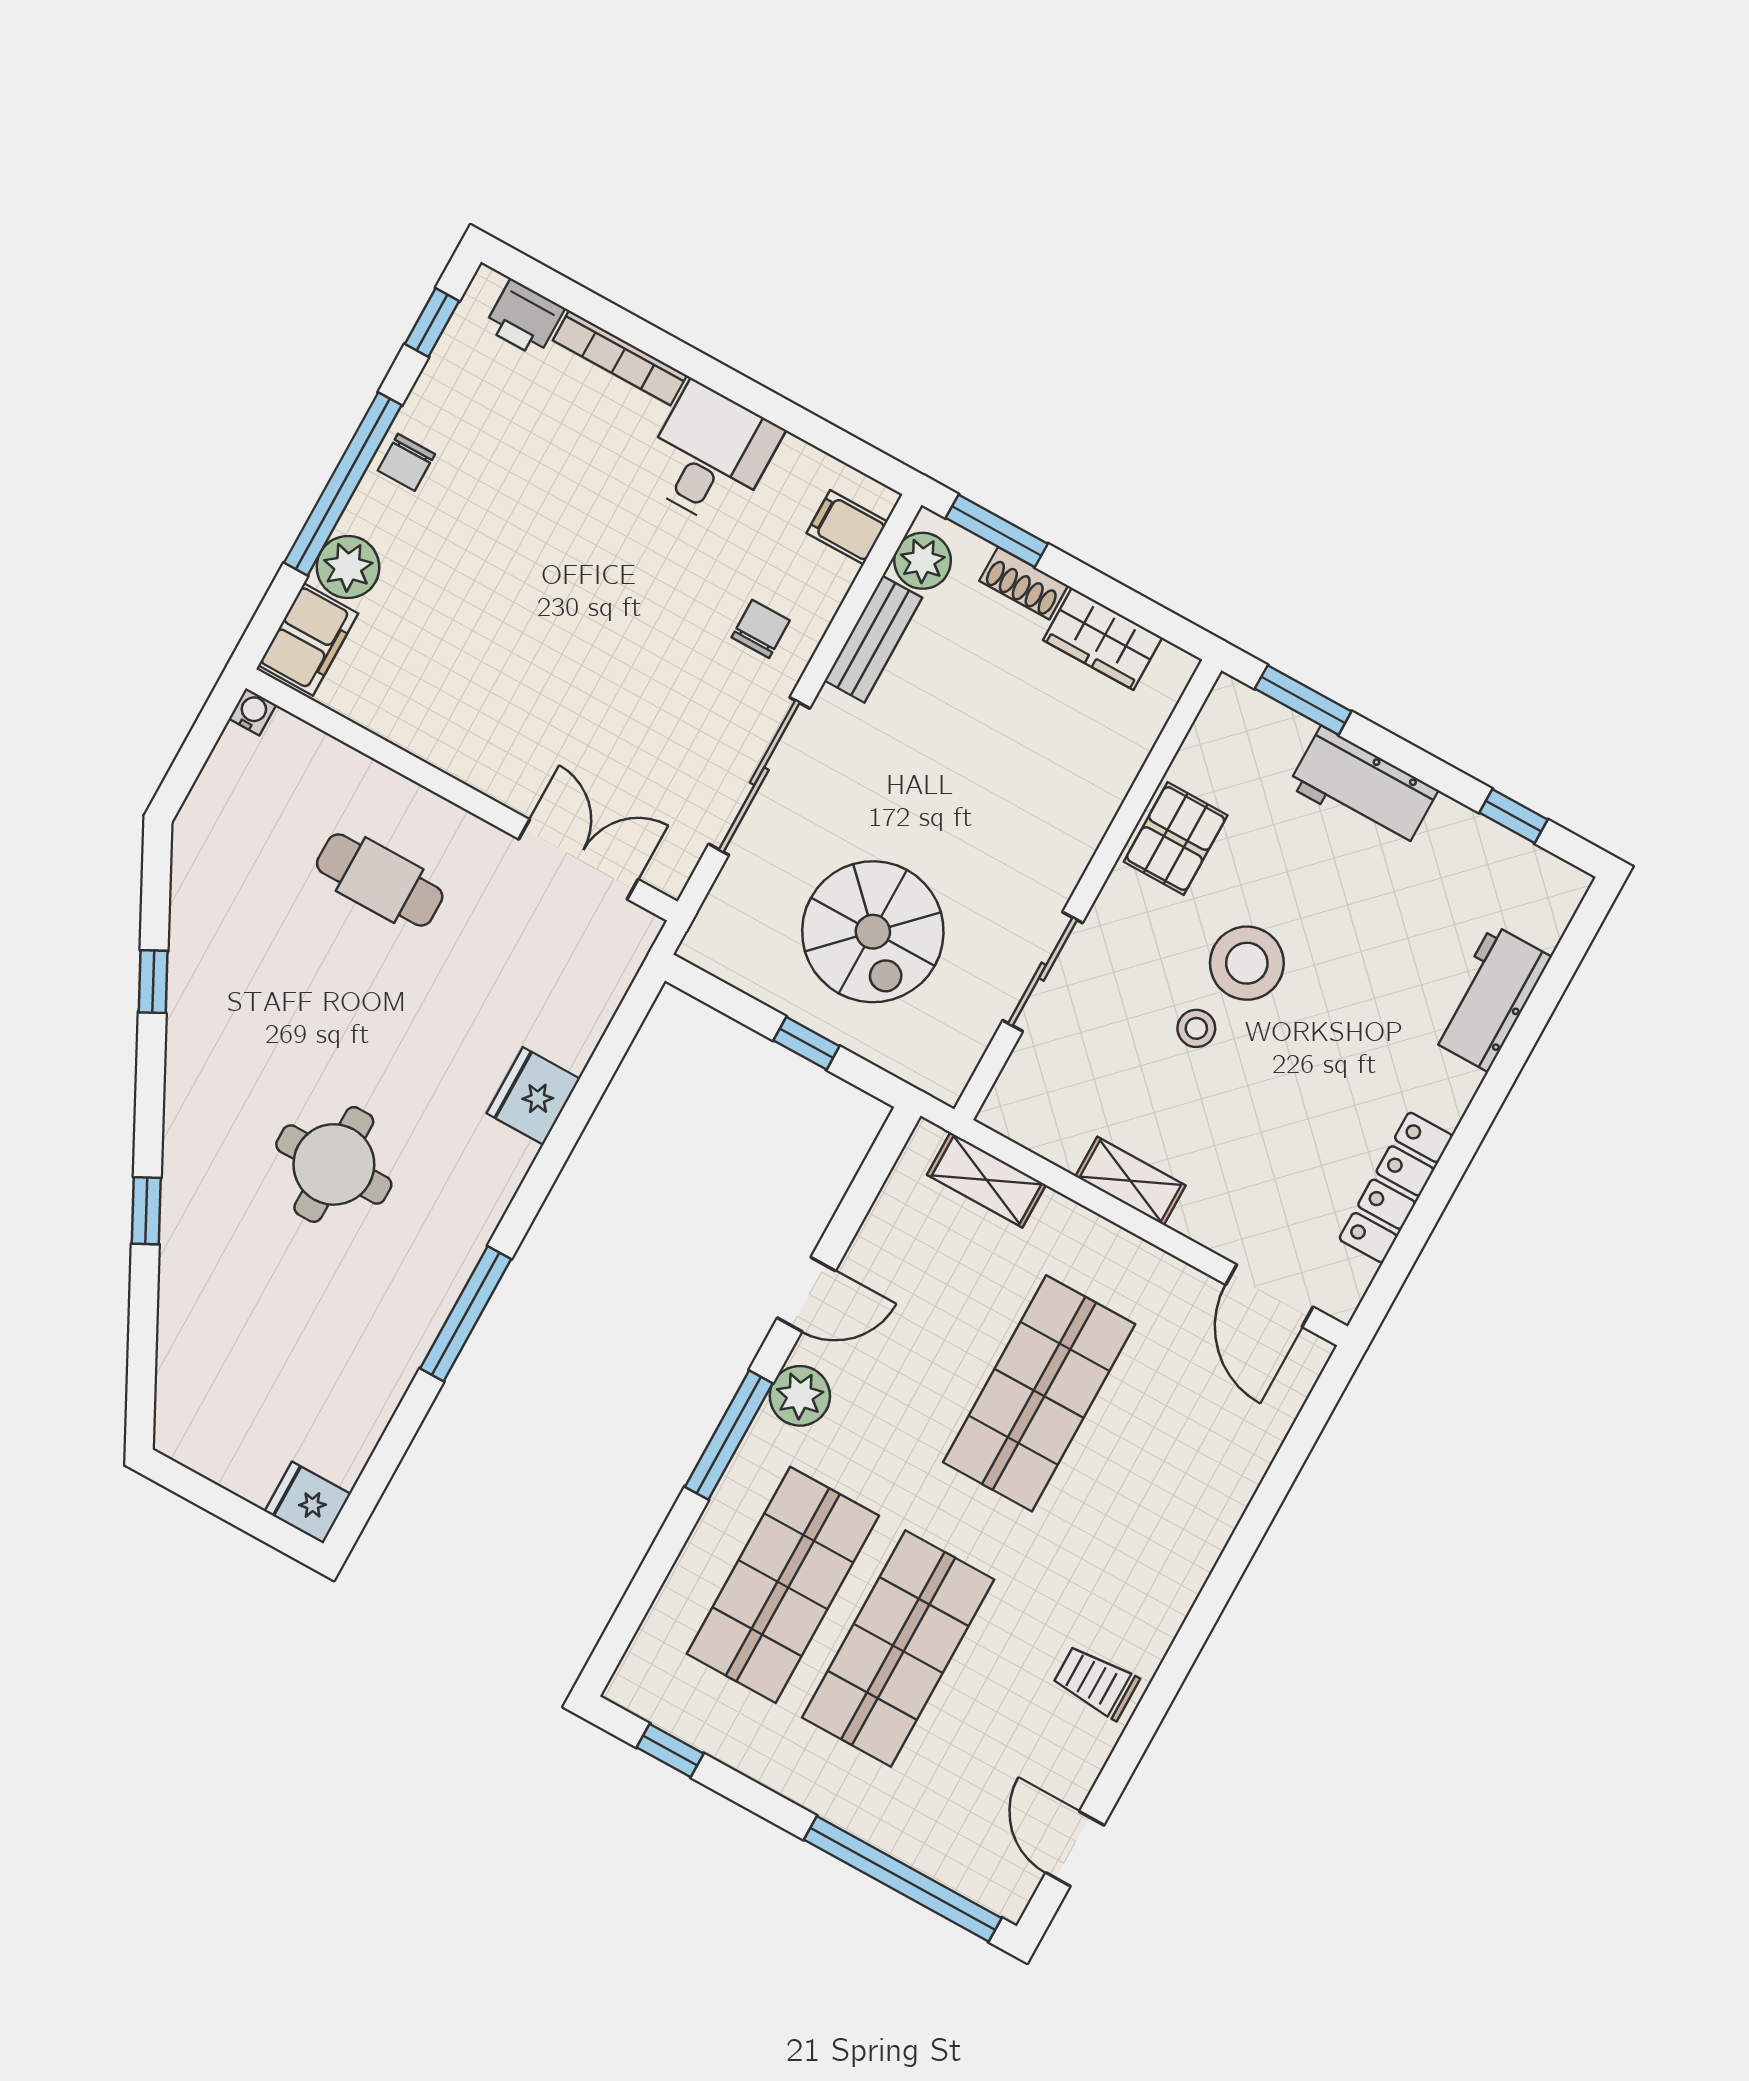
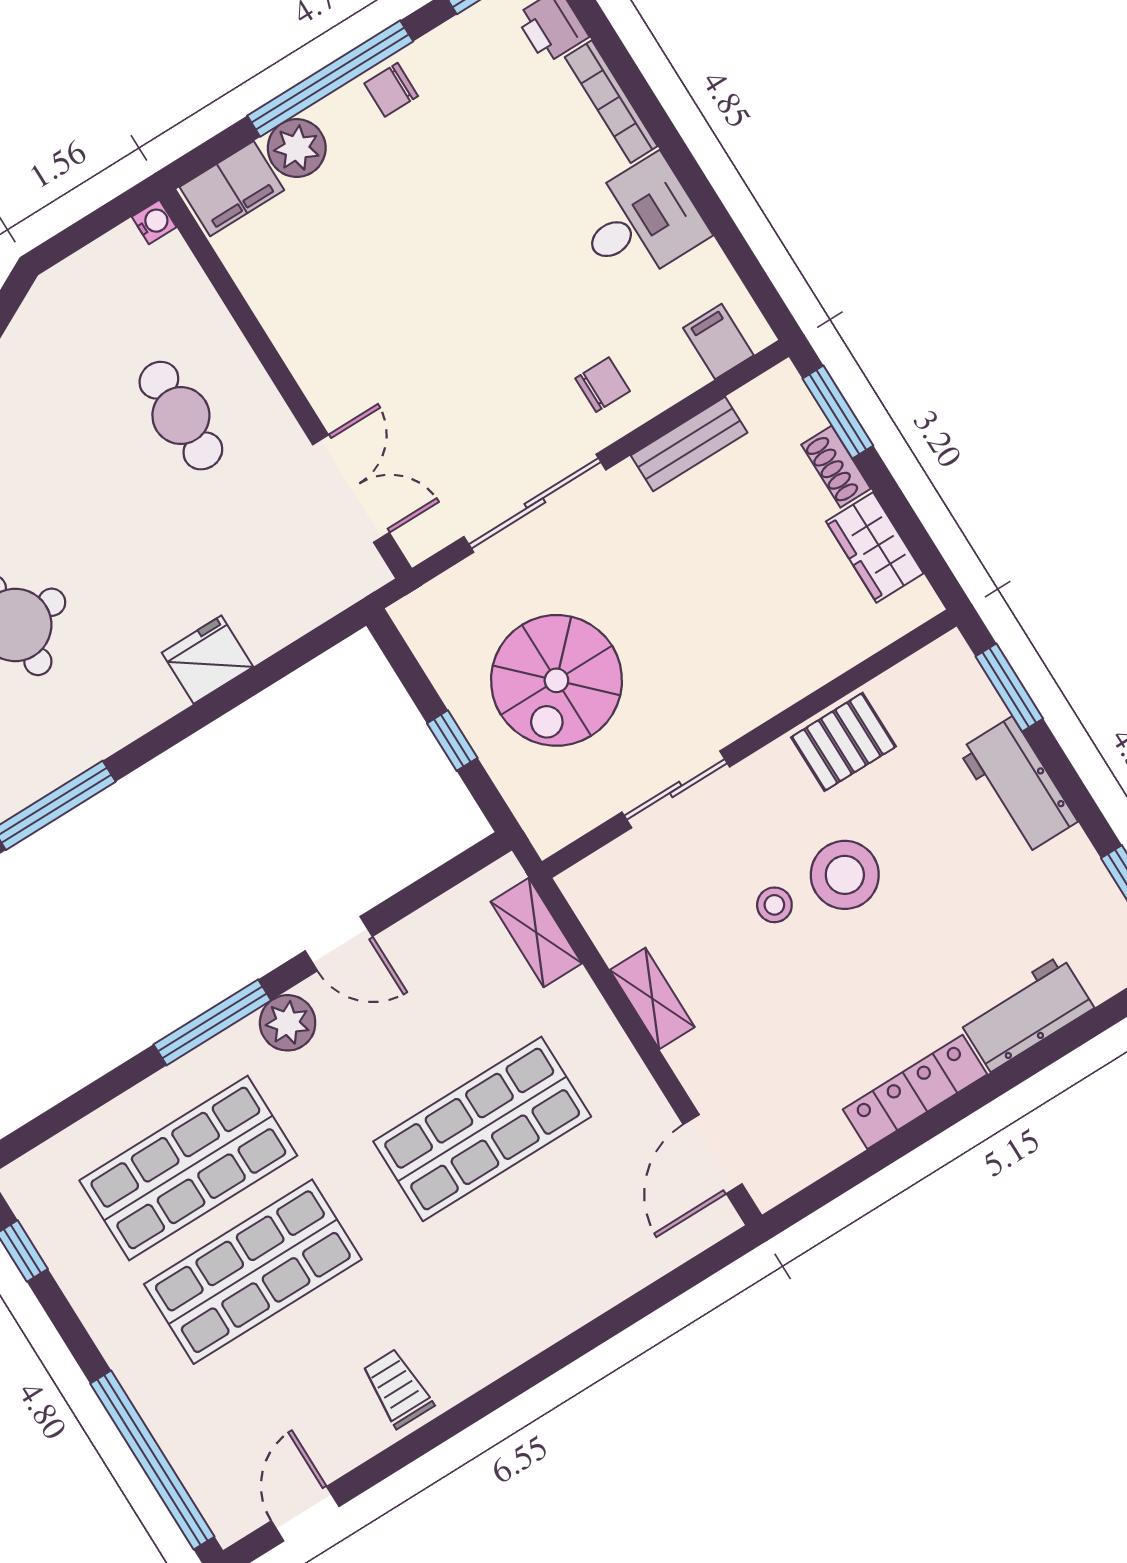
plant: (923, 561) -> (764, 403), removed
locker: (1396, 1188) -> (915, 1092), moved

